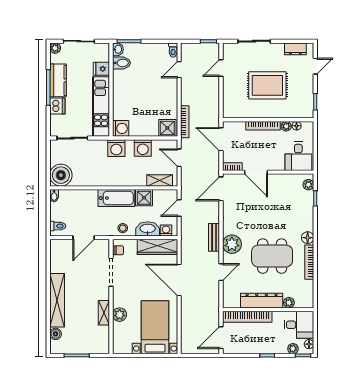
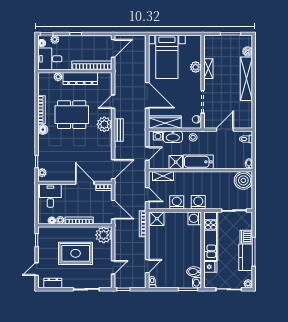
plant: (233, 108) -> (104, 235), added

